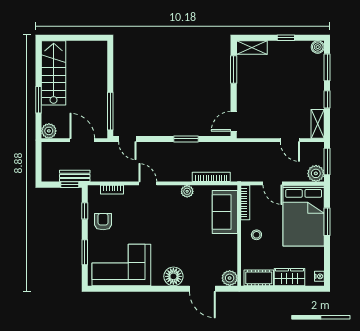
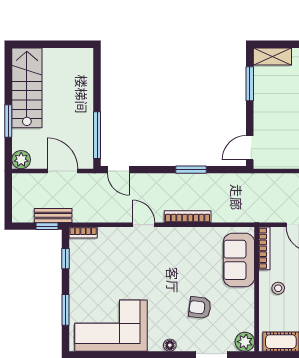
bookcase: (211, 177) -> (188, 217), moved
bookcase: (112, 190) -> (83, 232), moved
plant: (187, 191) -> (192, 234), removed
armchair: (103, 222) -> (200, 308), moved, turned -83
floor lamp: (173, 276) -> (170, 345), width x0.53, depth x0.53

